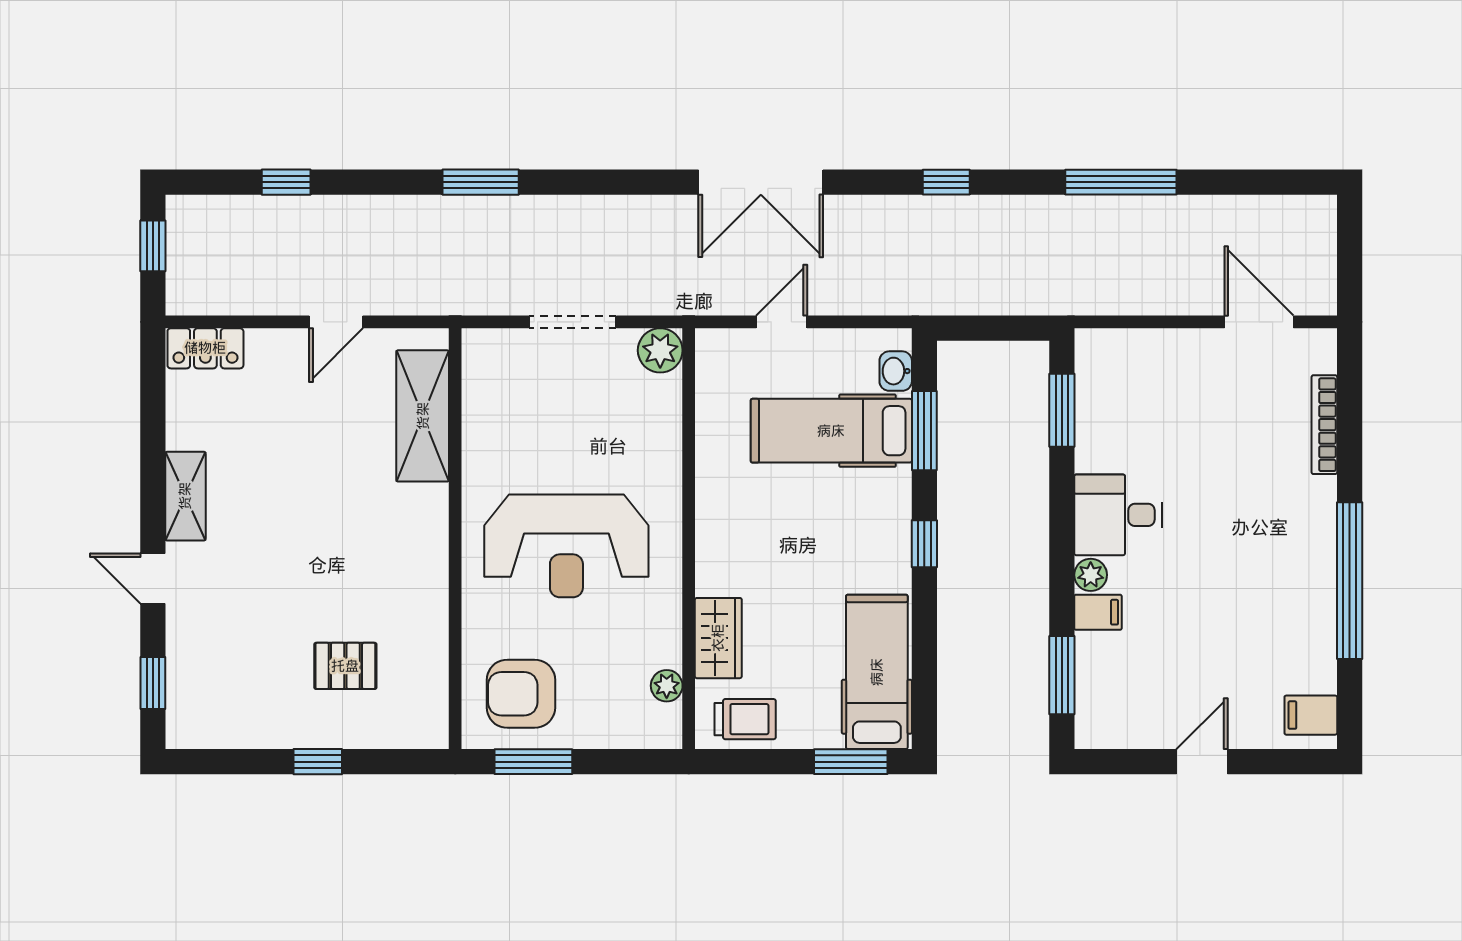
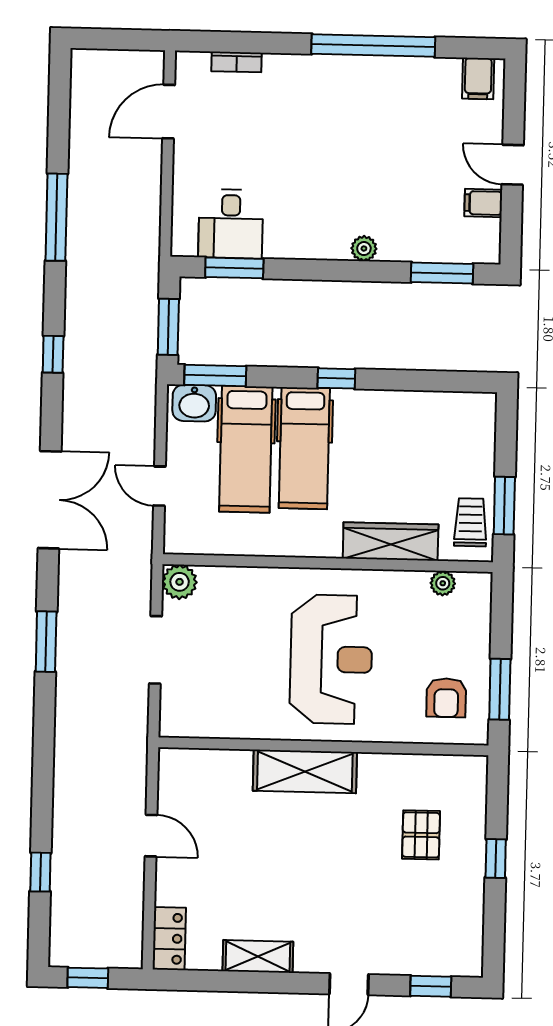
window: (481, 182) -> (46, 642), moved
window: (985, 328) -> (168, 327), added
washbasin: (896, 371) -> (194, 403), width x1.38, depth x1.45
shelving: (423, 416) -> (305, 771), moved
bookcase: (1324, 425) -> (237, 62), width x0.64
window: (924, 431) -> (215, 375), moved
shelving: (185, 496) -> (258, 956), moved
desk: (1118, 515) -> (231, 224), moved
filing cabinet: (1098, 612) -> (483, 203), moved, turned -90
wardrobe: (718, 638) -> (391, 541), width x1.50
hospital bed: (877, 672) -> (304, 448), moved, turned -90
armchair: (521, 694) -> (446, 698), width x0.72, depth x0.72
window: (851, 762) -> (504, 506), moved

